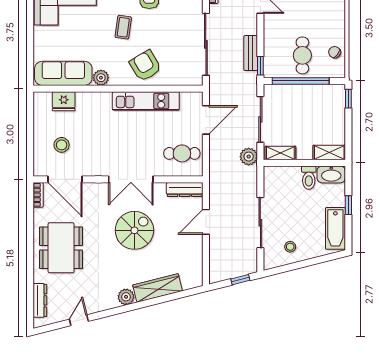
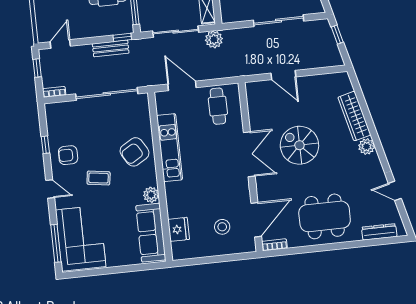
dresser: (185, 190) -> (254, 100), removed

